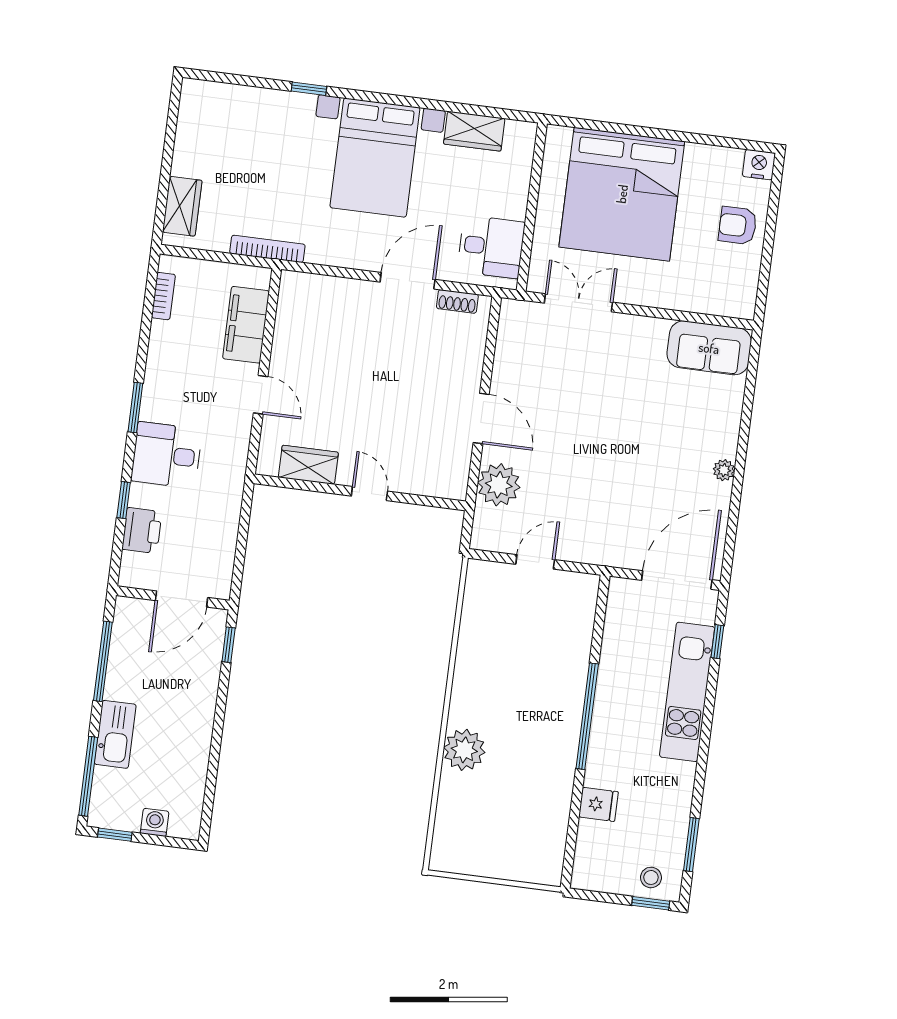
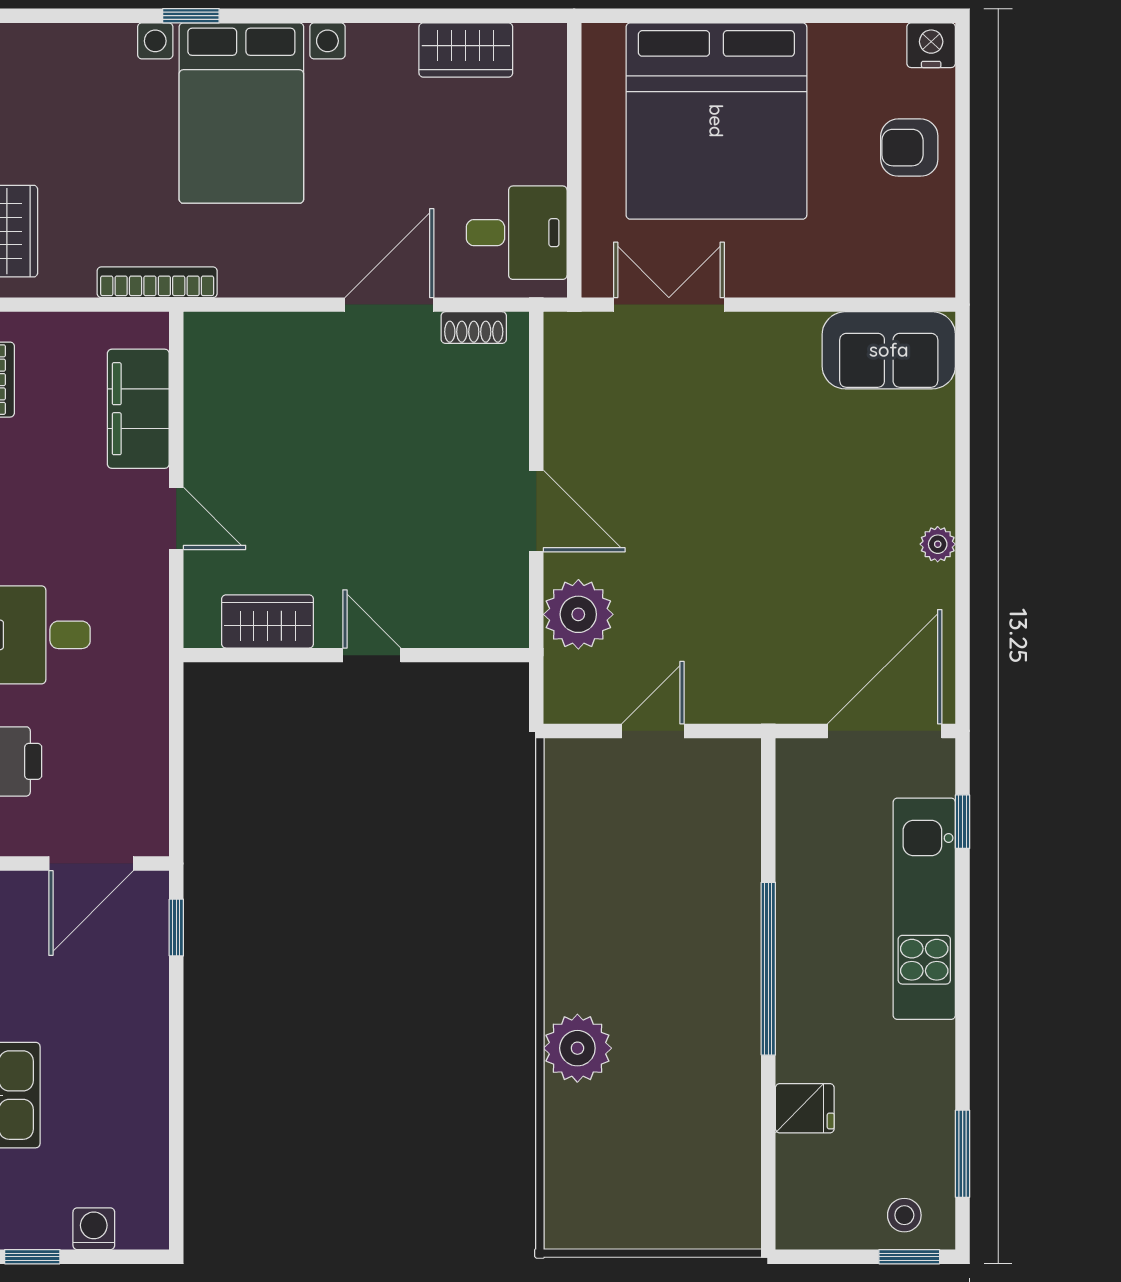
bed with nightstands: (375, 158) -> (241, 113), moved

